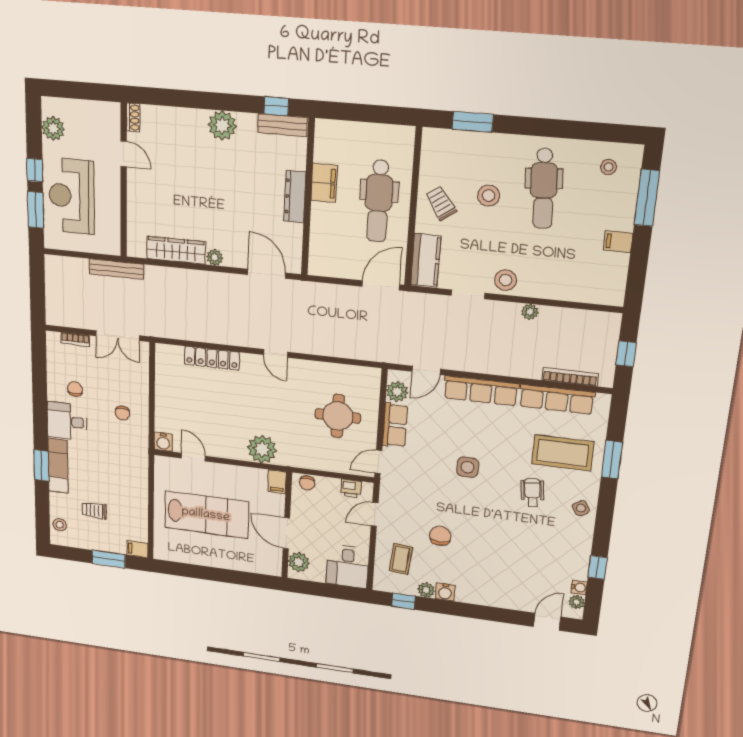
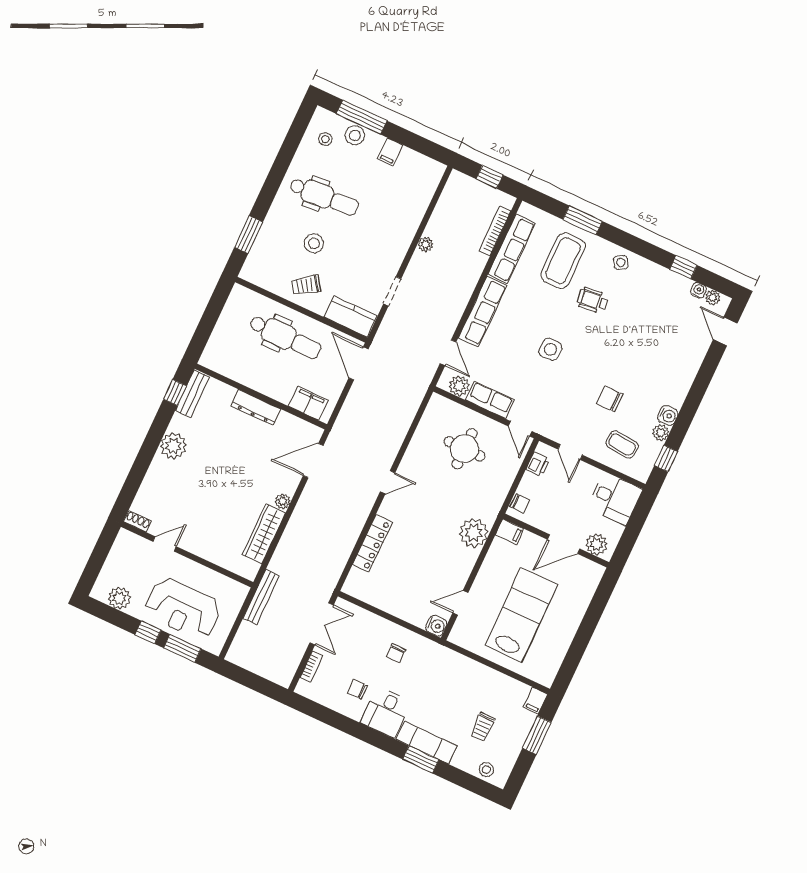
filing cabinet: (324, 183) -> (308, 403), moved
stool: (506, 280) -> (355, 135), moved
chair: (122, 413) -> (396, 653), turned 90

